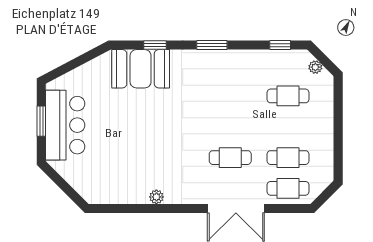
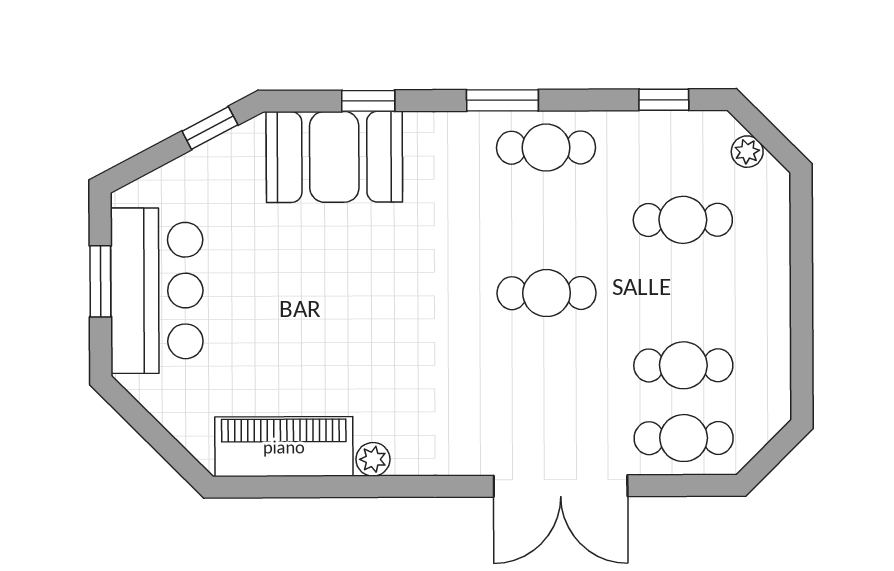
window: (88, 56) -> (210, 128), added
cafe table: (230, 65) -> (546, 148), added
cafe table: (230, 158) -> (547, 293), moved
piano: (119, 191) -> (284, 447), added

